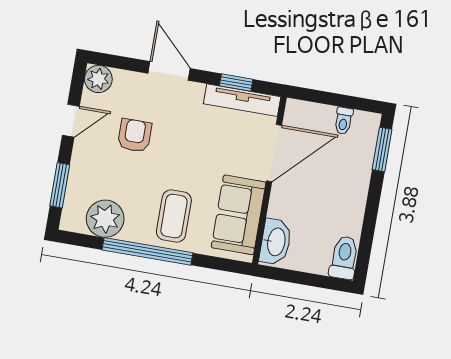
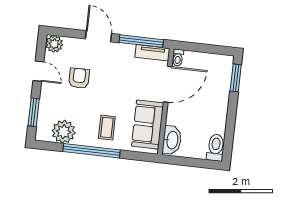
window: (236, 82) -> (141, 41), width x2.17
tv unit: (242, 100) -> (152, 53), width x0.71
door: (71, 121) -> (38, 71), hinge flipped
toilet: (343, 121) -> (178, 58), moved
coffee table: (174, 216) -> (107, 128), width x0.73, depth x0.77

